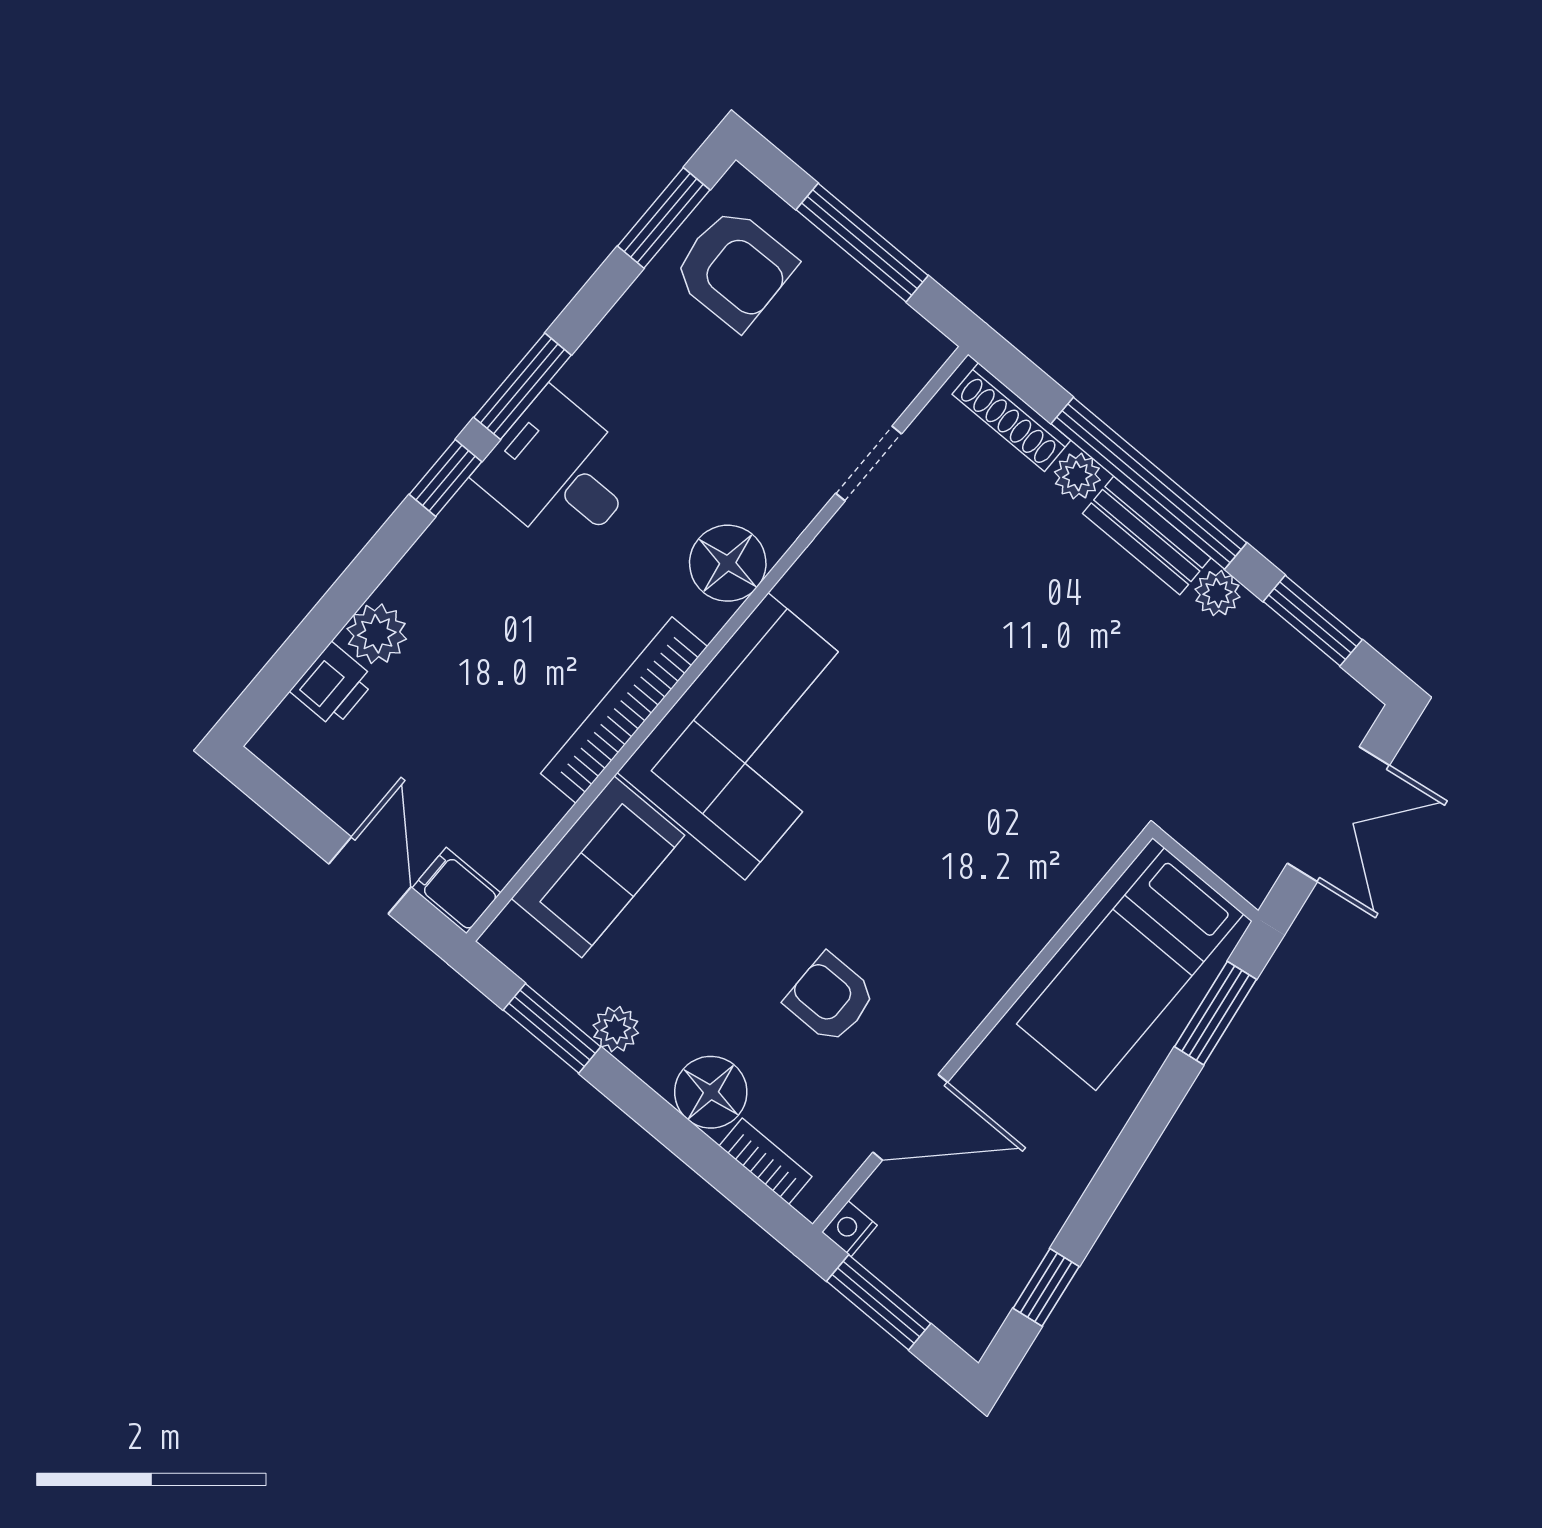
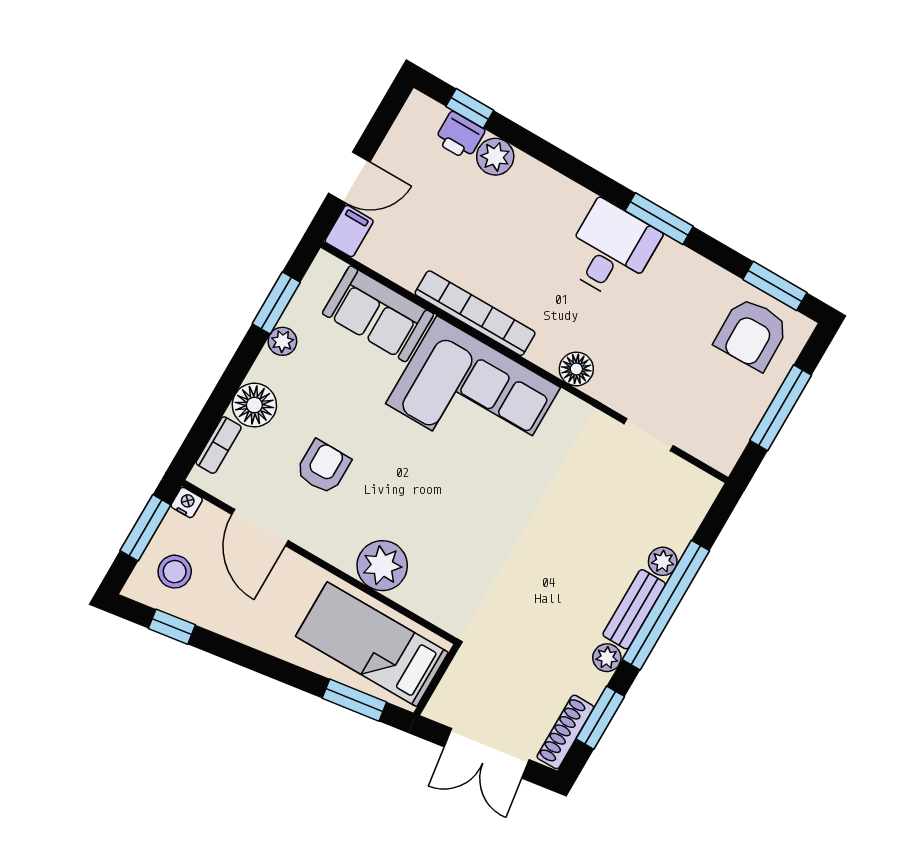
shoe rack: (1011, 417) -> (565, 732), moved
window: (446, 478) -> (470, 108), moved
floor lamp: (728, 563) -> (576, 369), width x0.73, depth x0.73
plant: (1006, 930) -> (382, 566), added
stool: (958, 1267) -> (175, 572), added

